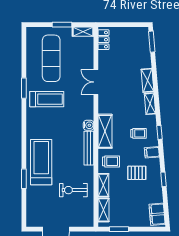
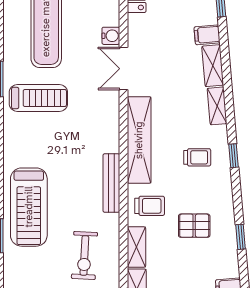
water cooler: (89, 125) -> (111, 36), moved
shelving: (105, 131) -> (139, 140), width x1.47
filing cabinet: (152, 152) -> (207, 35), moved
treadmill: (41, 162) -> (29, 207), turned 180
exercise bike: (73, 190) -> (84, 255), turned -87

